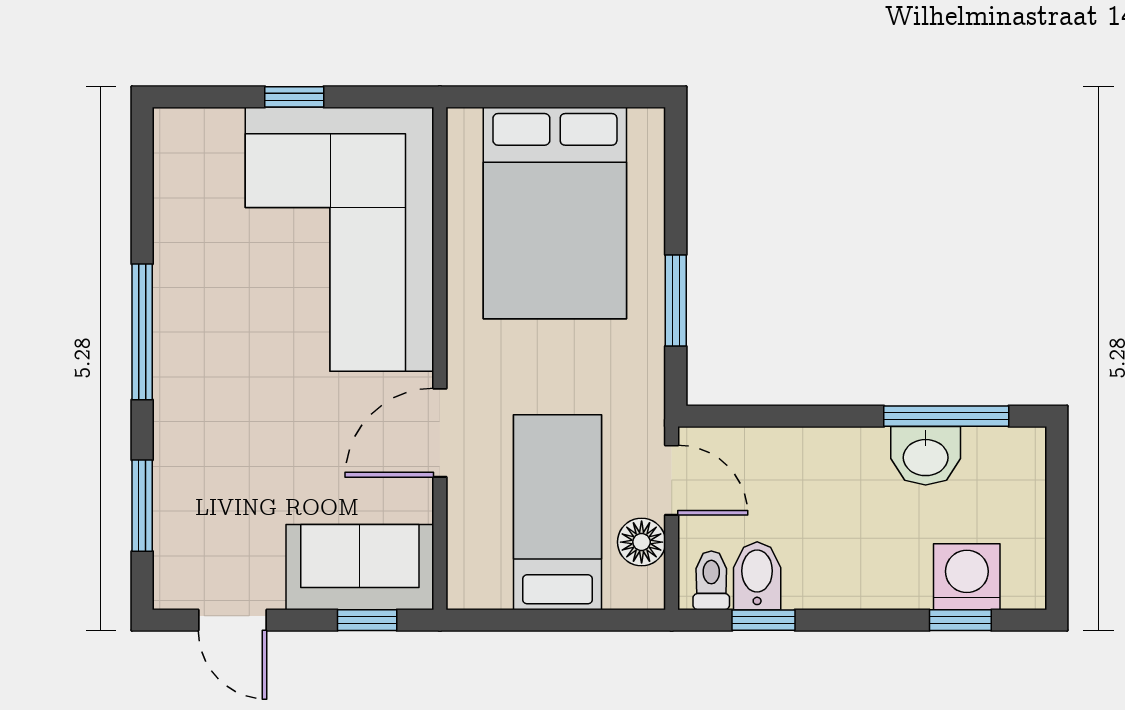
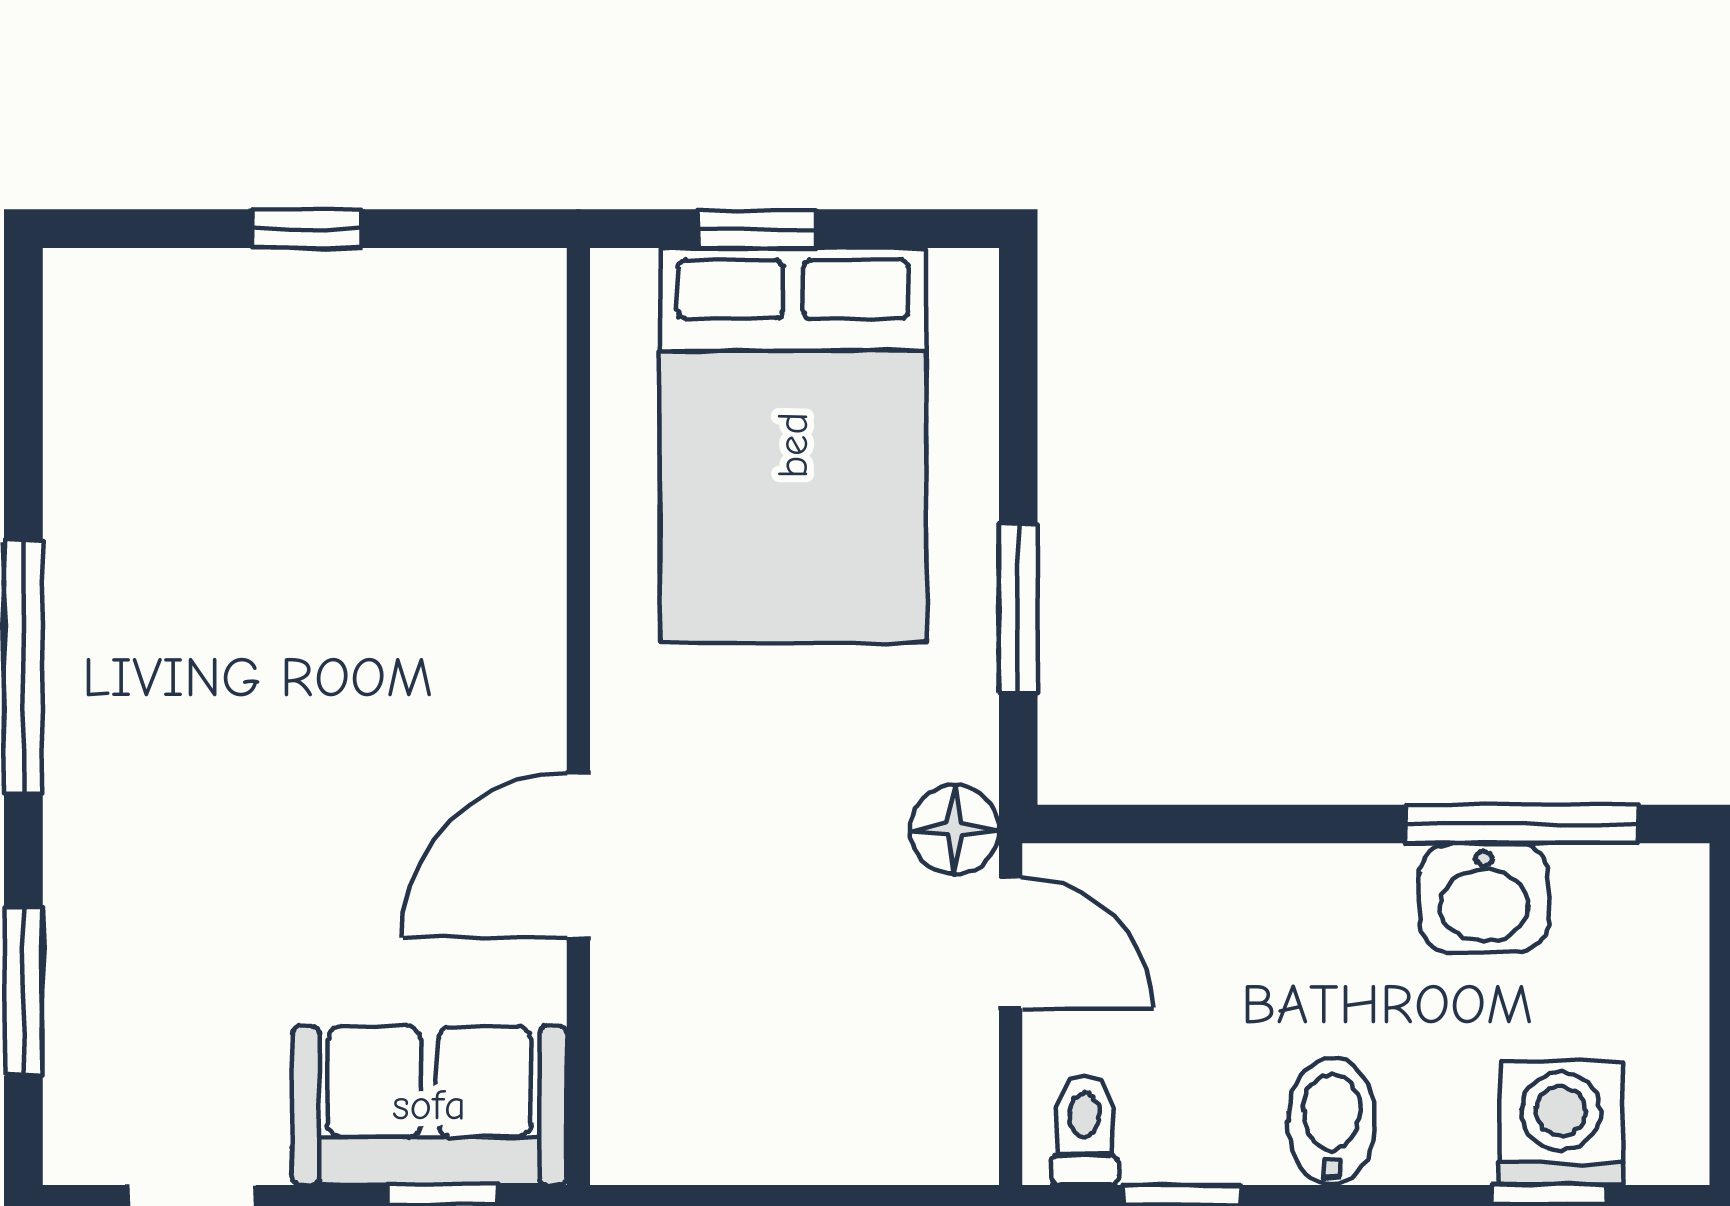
window: (536, 97) -> (757, 229), added
corner sofa: (340, 239) -> (391, 494), removed
bed: (558, 512) -> (798, 1003), removed
floor lamp: (642, 542) -> (954, 830), moved
bidet: (757, 576) -> (1332, 1121), moved

